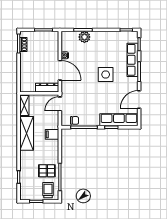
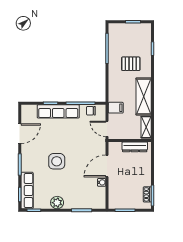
plant: (84, 37) -> (57, 203), moved
row of seats: (133, 60) -> (27, 191), moved
door: (60, 70) -> (107, 166), hinge flipped
dresser: (47, 88) -> (135, 147), moved
door: (60, 104) -> (107, 129), swing flipped
row of seats: (119, 120) -> (58, 111), moved
filing cabinet: (52, 134) -> (116, 108), moved
pallet: (47, 171) -> (131, 64), moved
trolley: (48, 190) -> (120, 34), removed

